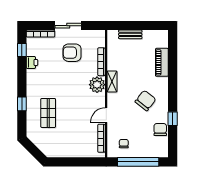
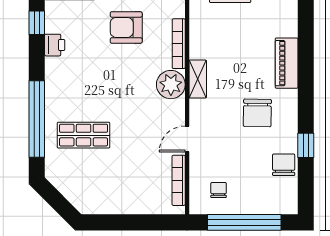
piano: (162, 62) -> (287, 63), moved
chair: (145, 101) -> (257, 113), turned 143
window: (22, 104) -> (37, 119), width x3.17
shop shelf: (48, 113) -> (84, 135), turned 90

